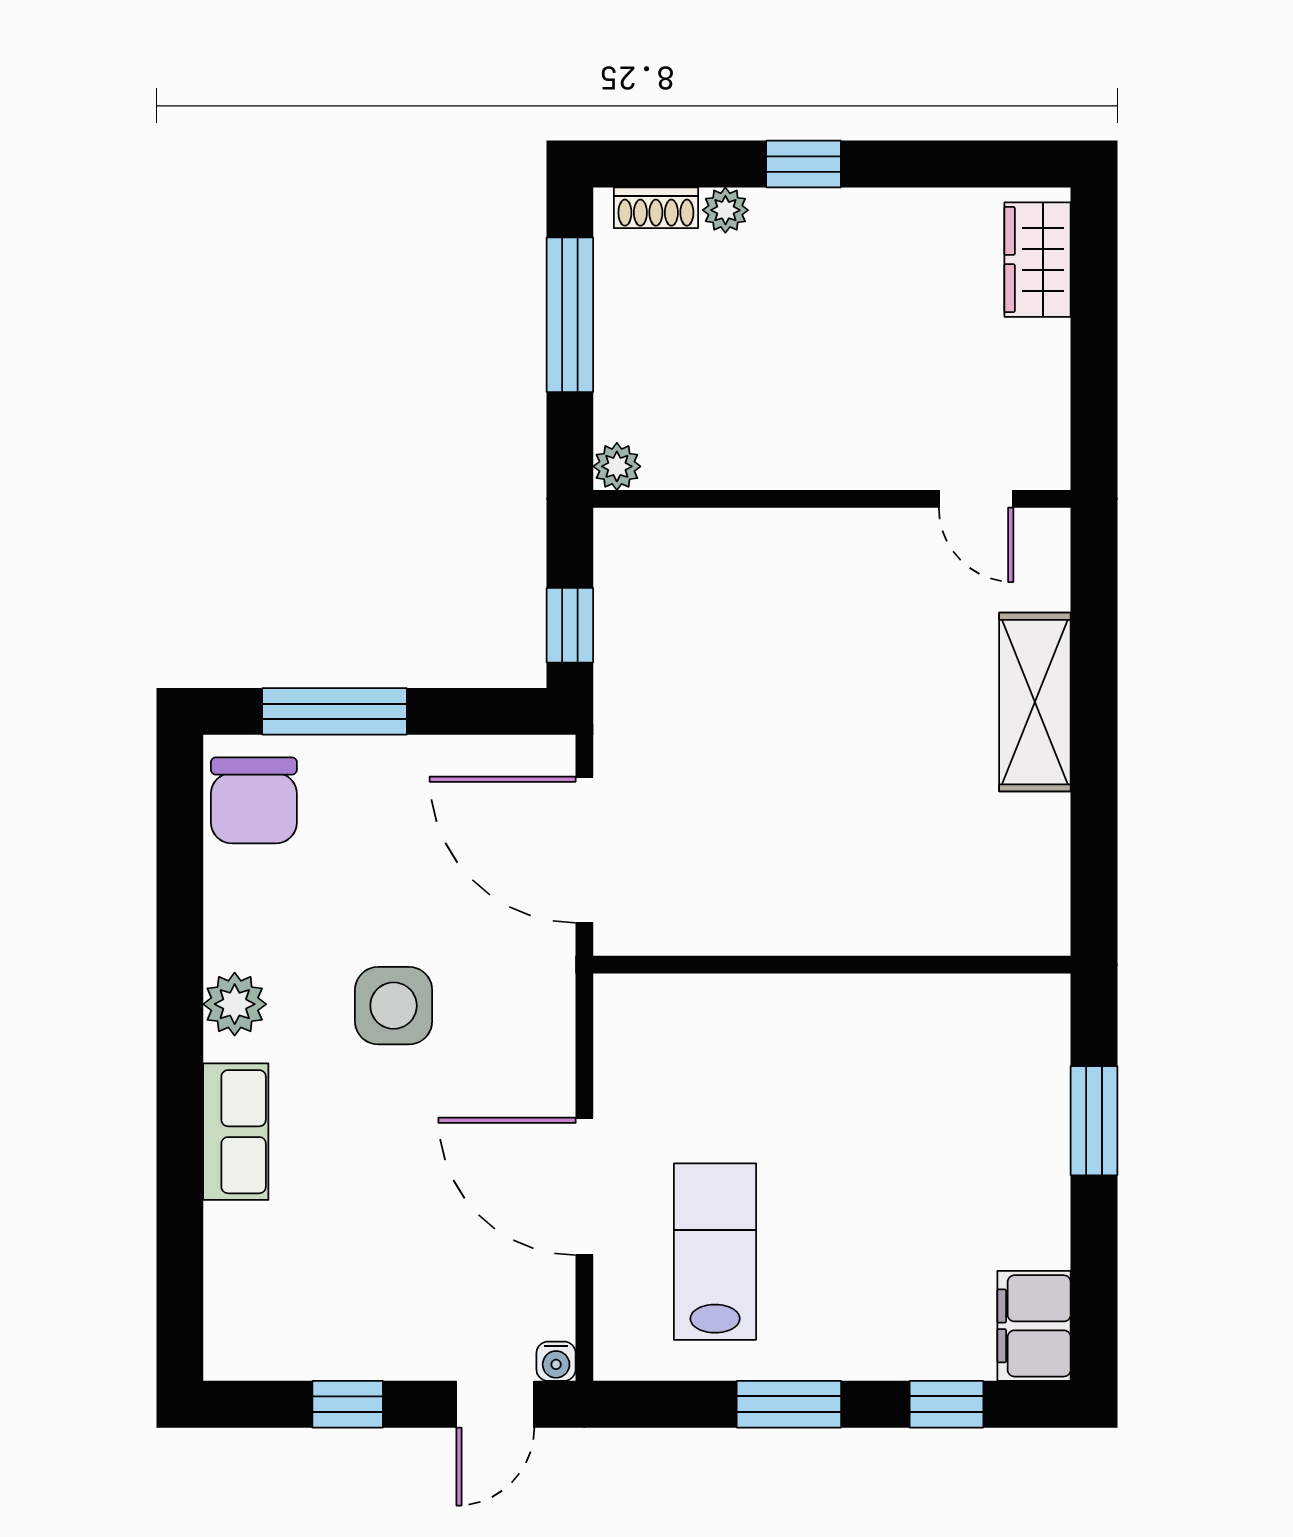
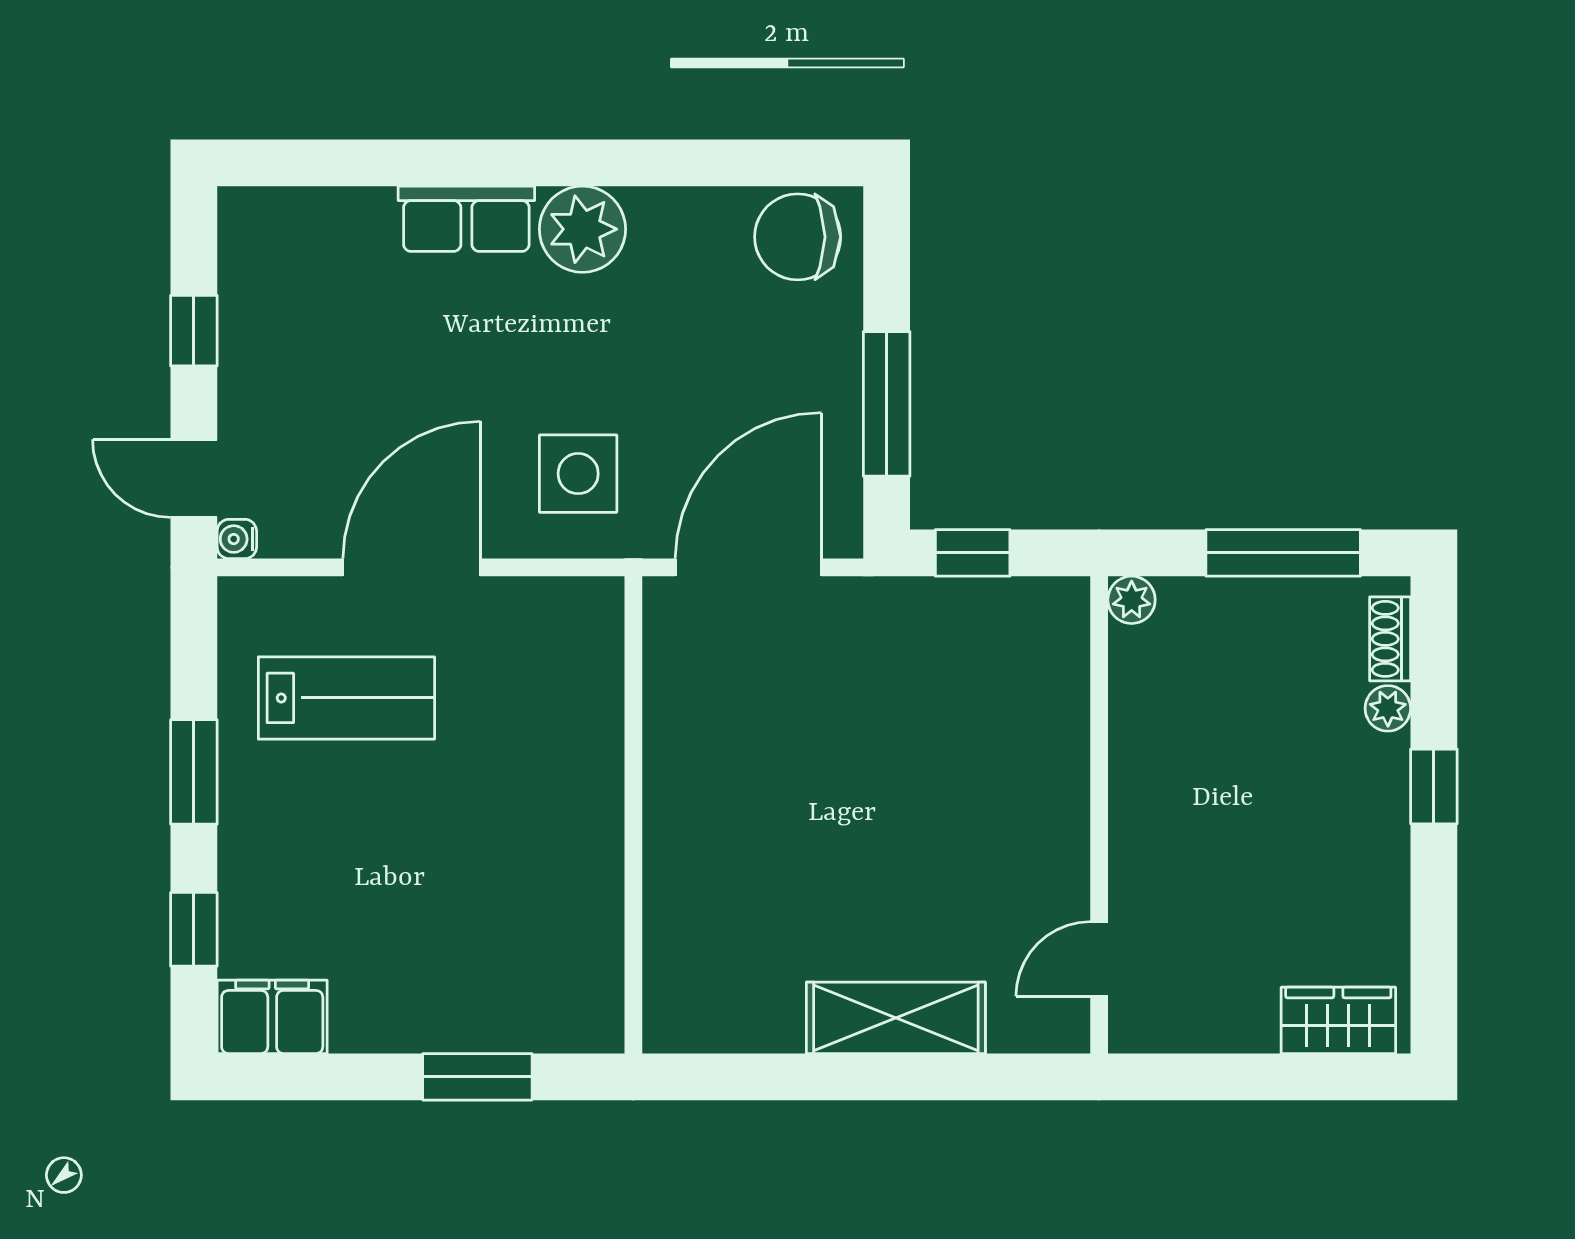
window: (334, 711) -> (887, 404), moved
plant: (235, 1004) -> (582, 229), width x1.36, depth x1.36
side table: (394, 1006) -> (578, 474), moved

